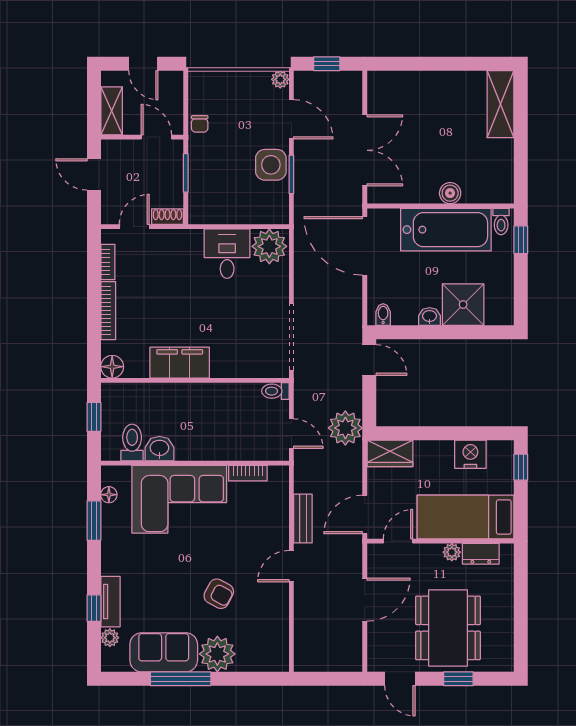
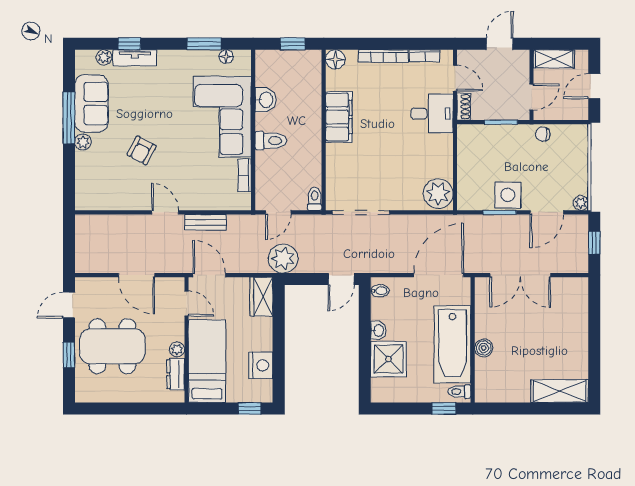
desk: (227, 254) -> (432, 114), moved
toilet: (132, 442) -> (271, 141), moved
plant: (217, 654) -> (83, 142), width x0.53, depth x0.53

